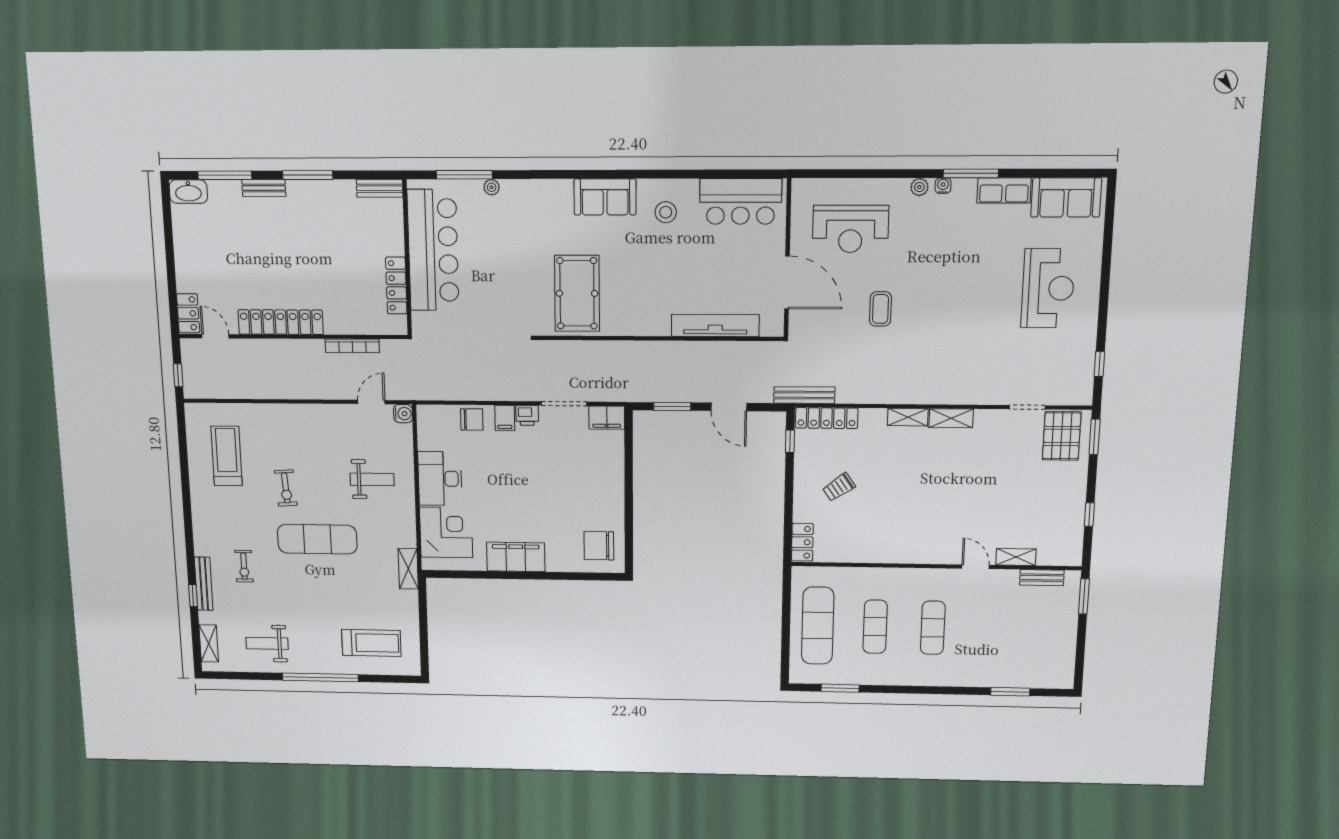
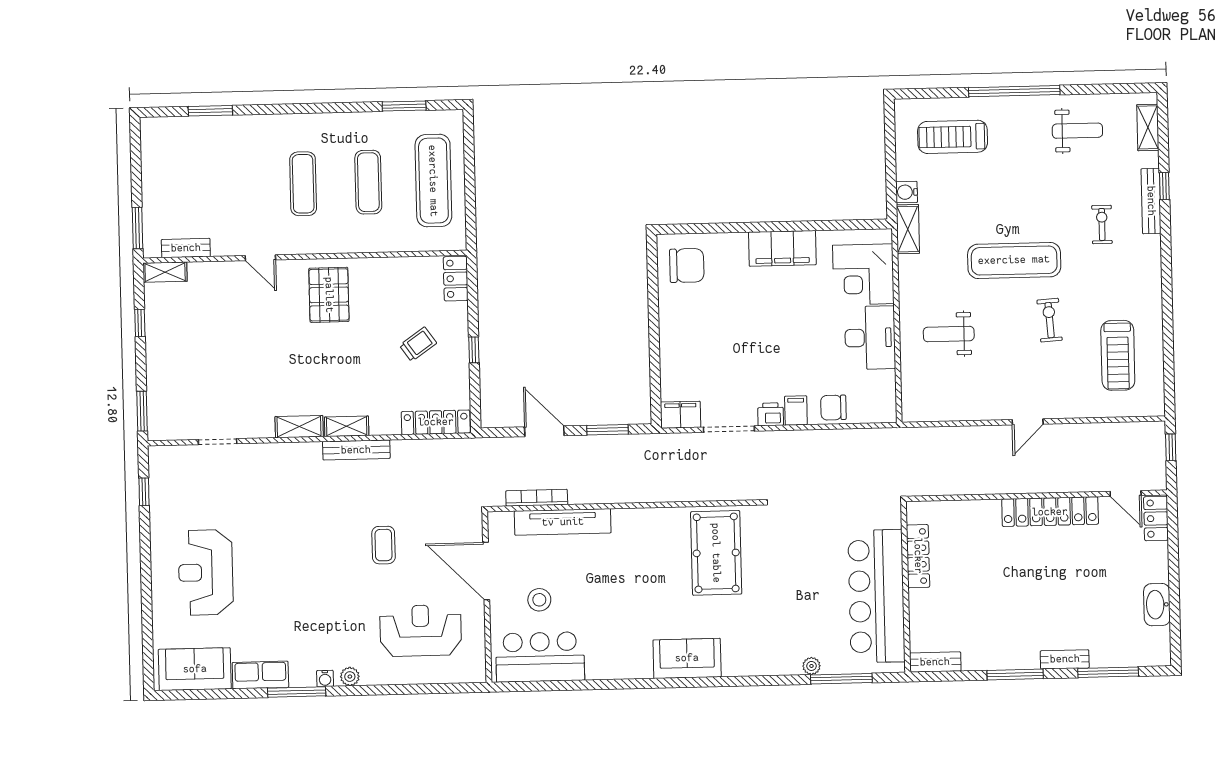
washbasin: (188, 192) -> (1157, 605), moved, turned -90
stool: (666, 212) -> (539, 600), moved
bookcase: (352, 346) -> (537, 498), moved
bench: (804, 395) -> (356, 450), moved
door: (371, 402) -> (1028, 422), moved
water cooler: (403, 414) -> (907, 192), moved
pallet: (1062, 436) -> (329, 295), moved
window: (790, 441) -> (474, 350), moved
shelving: (1016, 557) -> (165, 272), moved

